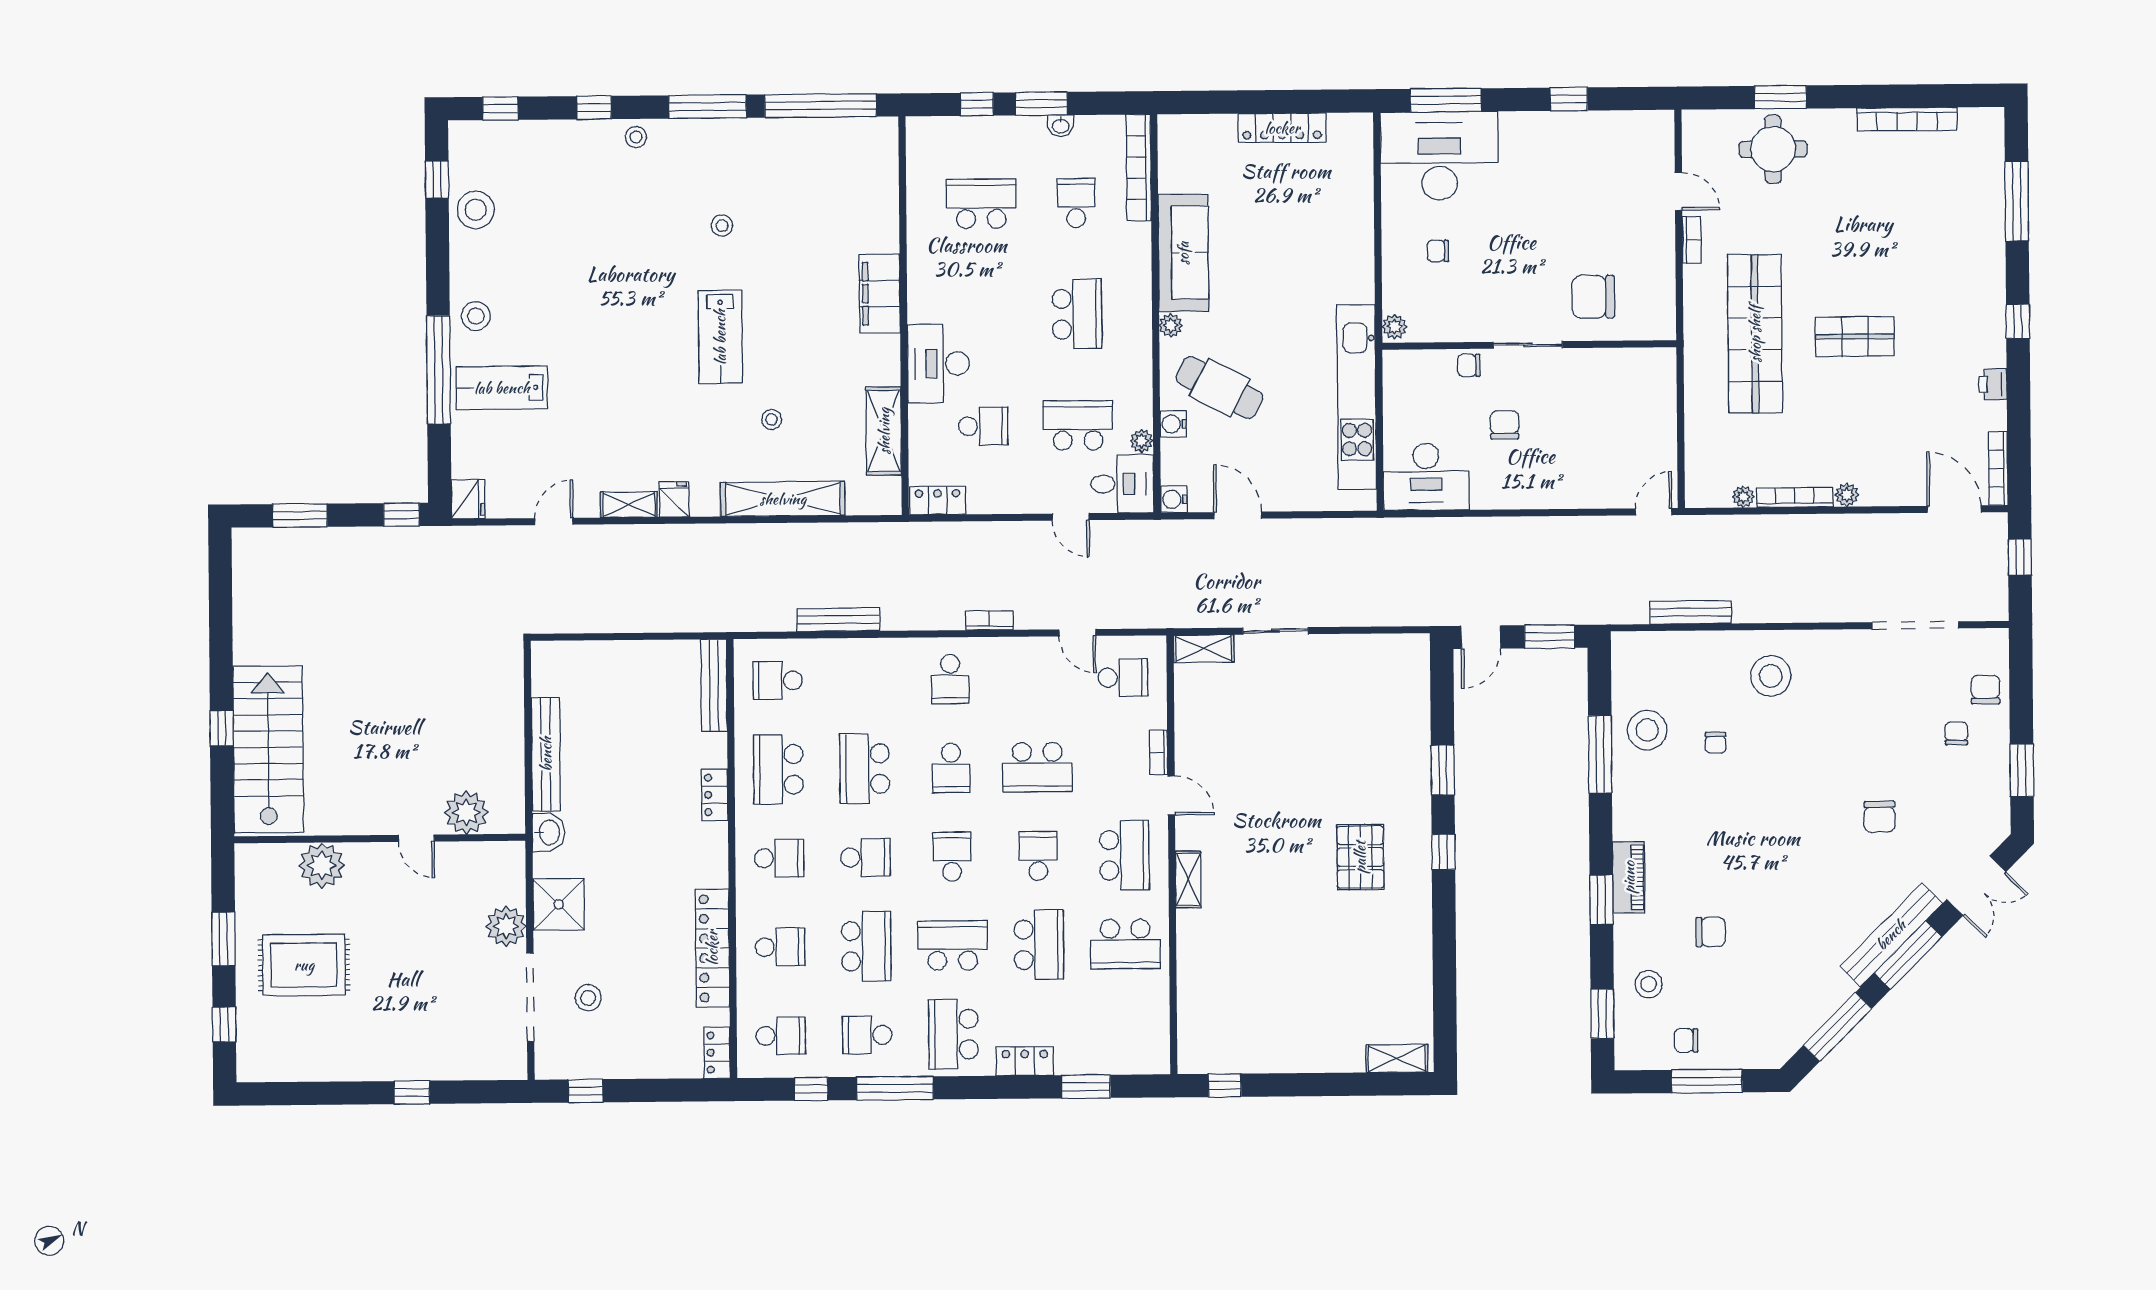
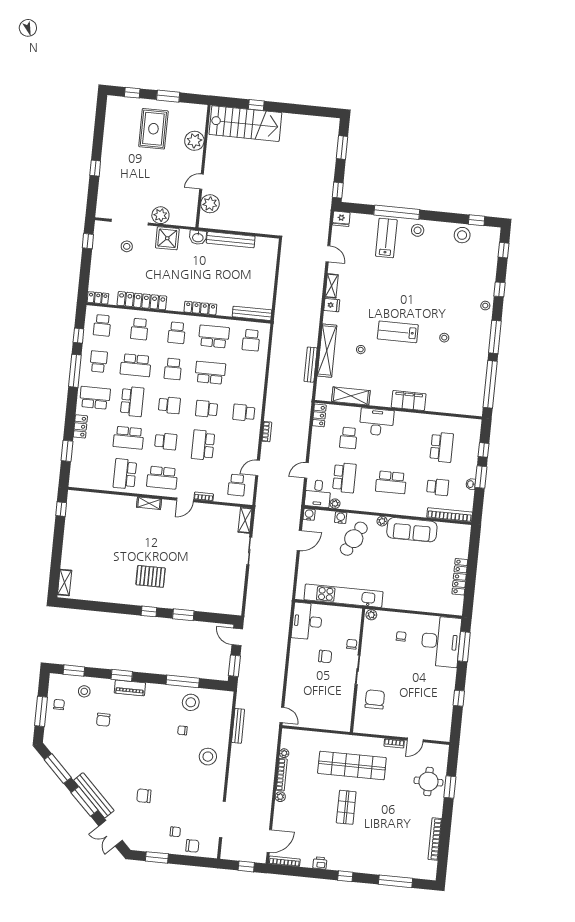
bench: (838, 620) -> (311, 365), moved
school desk: (778, 681) -> (251, 340), turned 180
locker: (715, 795) -> (200, 308), width x1.53

